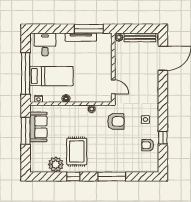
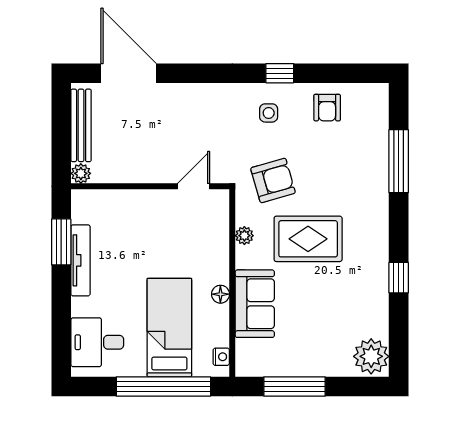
window: (89, 29) -> (61, 242), width x0.69
armchair: (116, 121) -> (273, 180), turned 74
sofa: (38, 127) -> (255, 304), moved, turned 90
window: (163, 138) -> (280, 73), moved
rug: (77, 152) -> (308, 239), moved
plant: (56, 164) -> (371, 356), moved
window: (112, 176) -> (399, 161), moved

